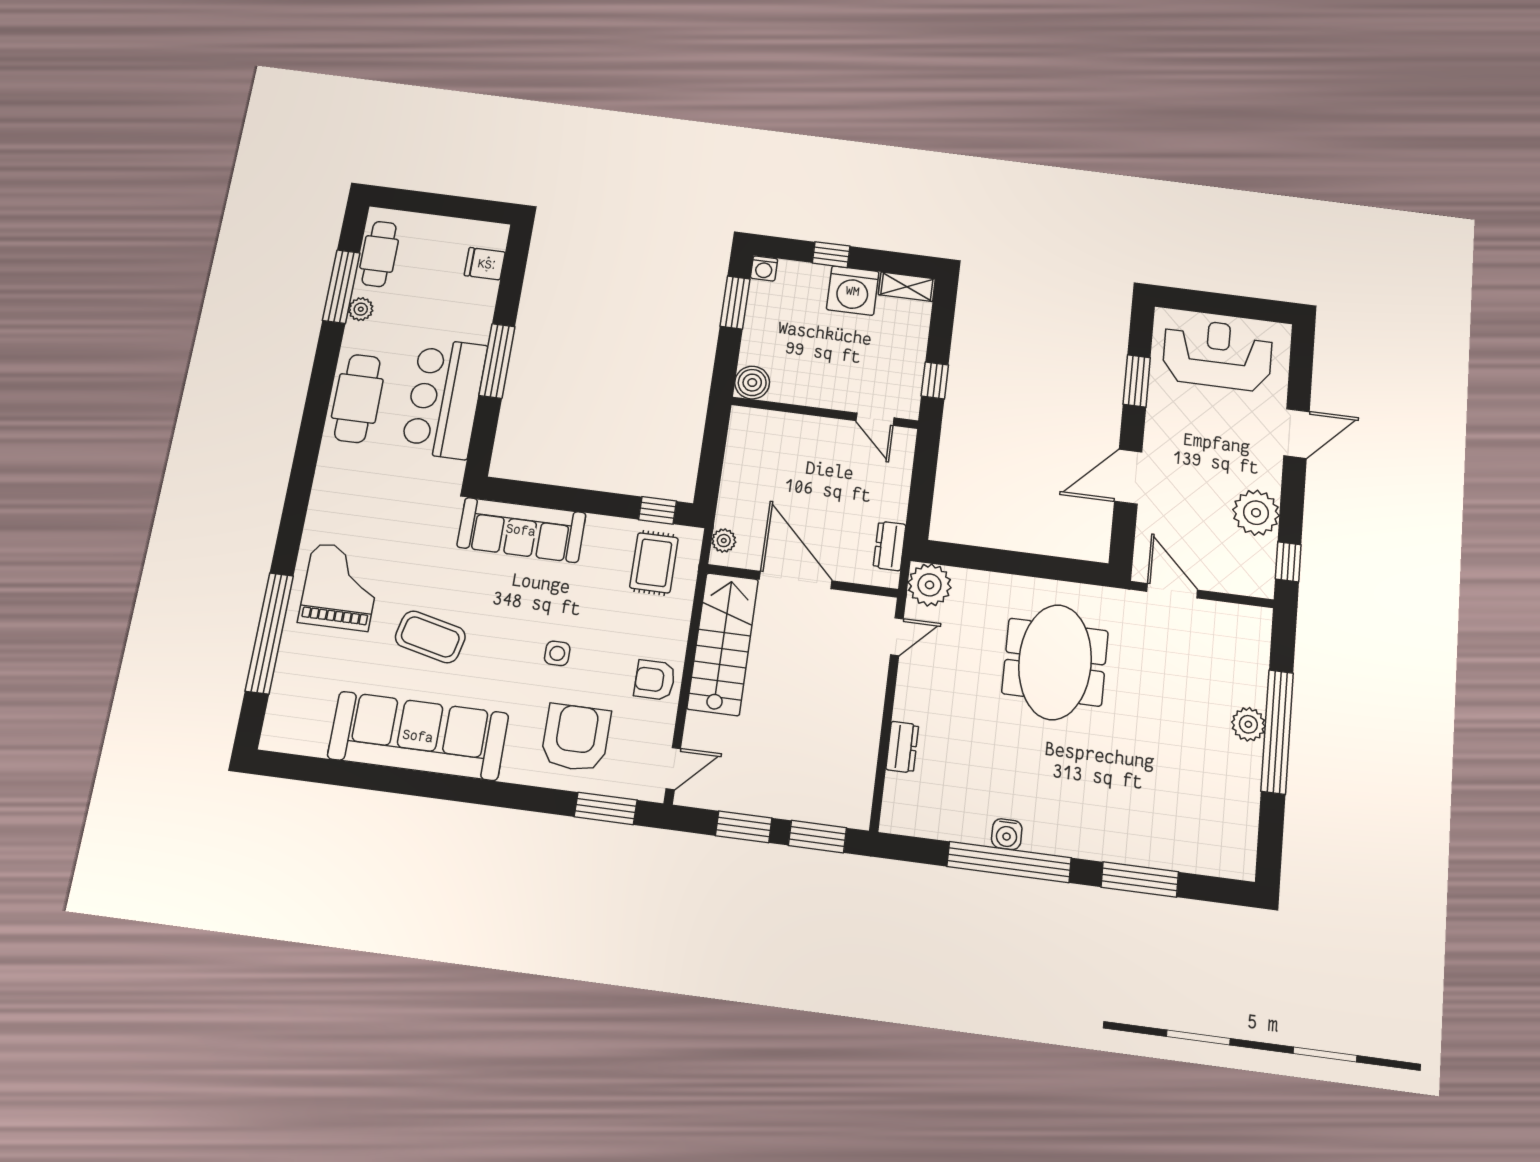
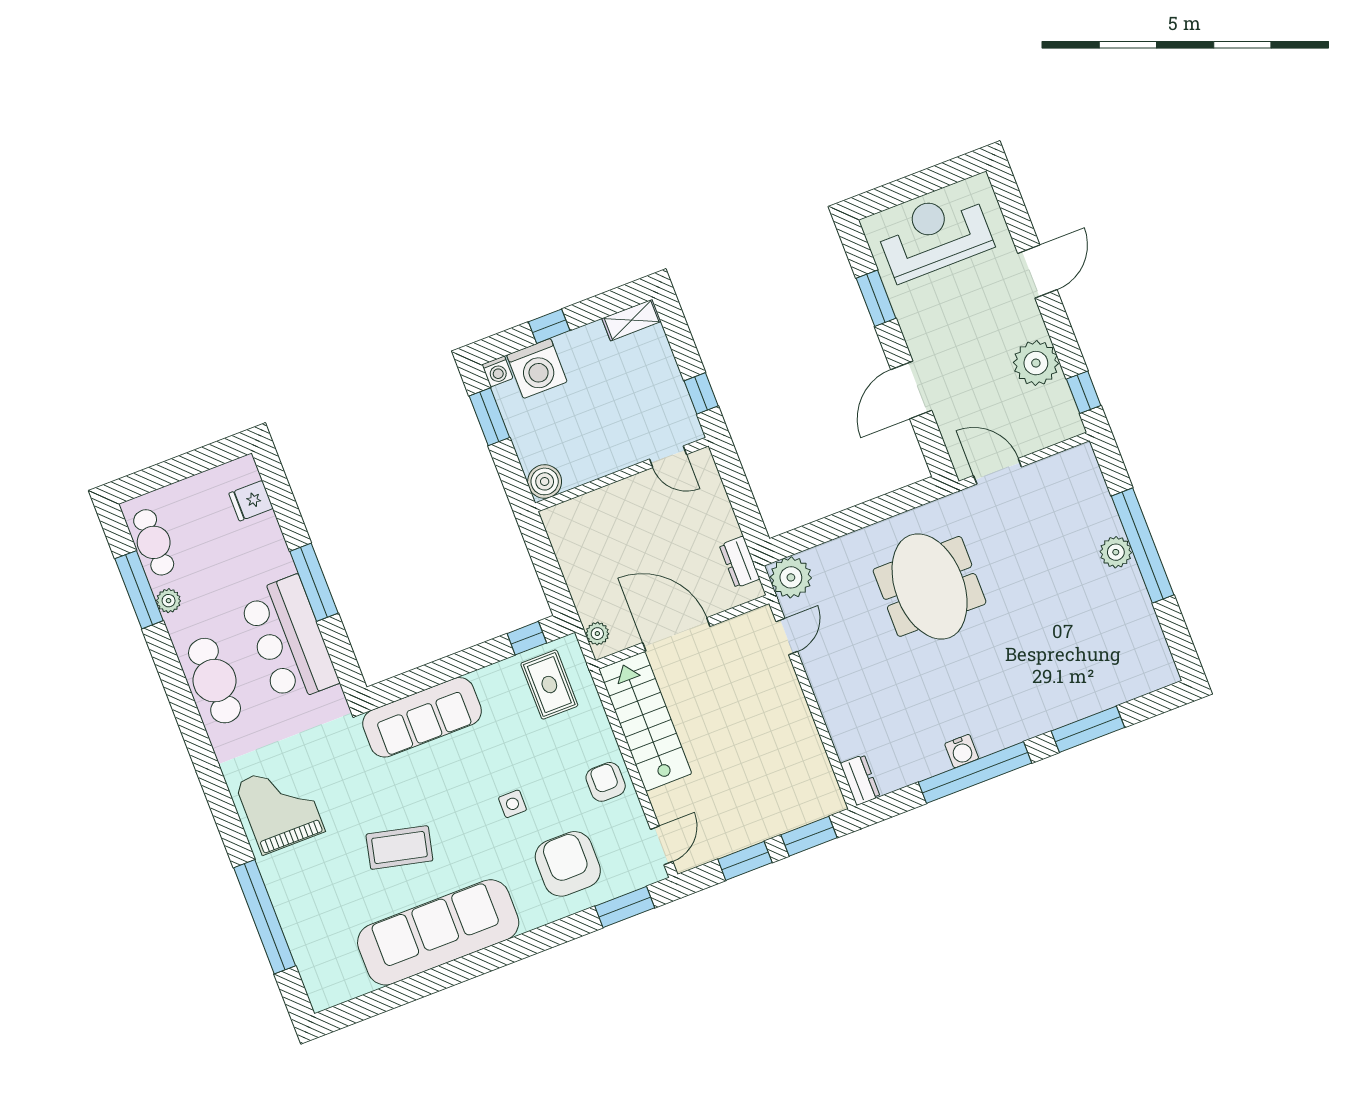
washing machine: (853, 291) -> (537, 368), moved
grand piano: (341, 587) -> (280, 807), moved
armchair: (655, 680) -> (606, 782), turned 90
dresser: (902, 747) -> (860, 780), moved

